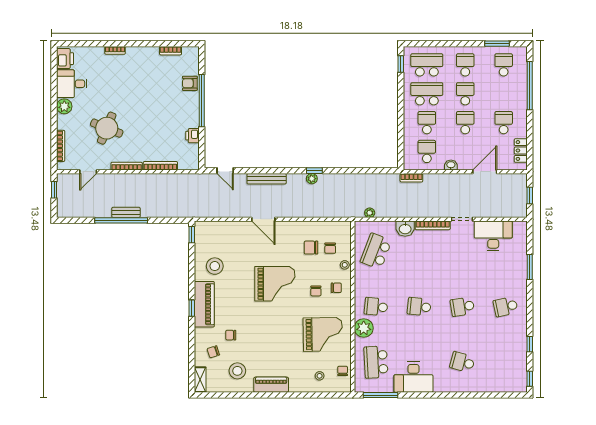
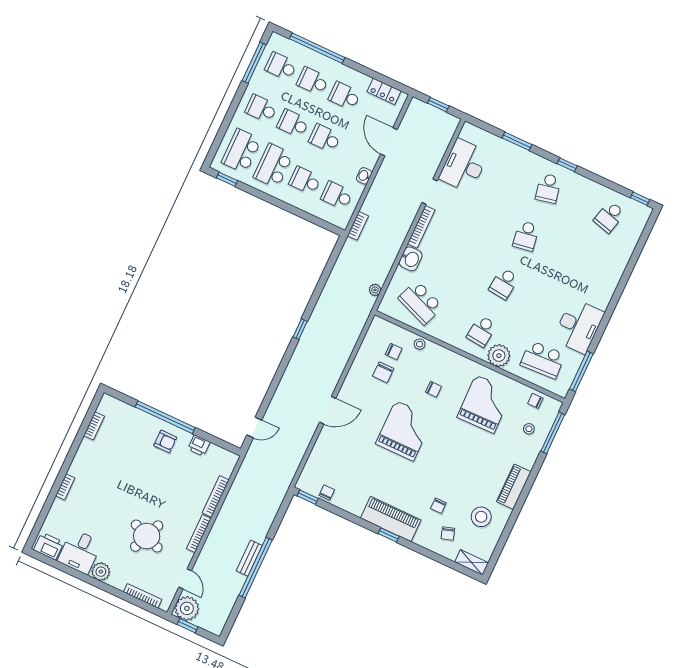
window: (497, 44) -> (254, 63), width x1.44
armchair: (190, 83) -> (165, 441), moved, turned -90
school desk: (504, 94) -> (313, 81), added
bench: (267, 179) -> (285, 386), removed
plant: (312, 179) -> (187, 608), moved, width x1.88, depth x1.88
stool: (215, 266) -> (354, 488), removed
chair: (336, 288) -> (327, 492), moved
window: (530, 344) -> (567, 165), moved
school desk: (462, 362) -> (609, 217), moved
window: (325, 395) -> (553, 433), added

